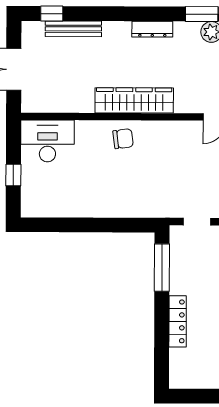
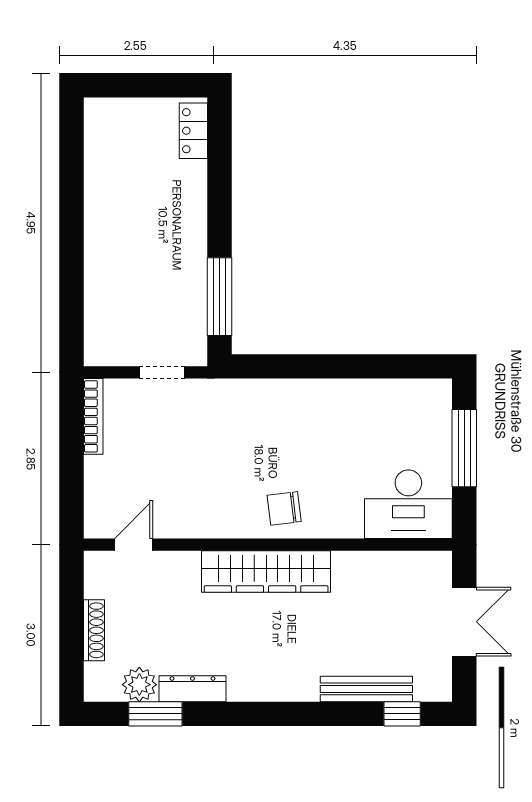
dresser: (152, 29) -> (192, 689), moved
window: (13, 175) -> (464, 448), width x2.17
locker: (178, 321) -> (193, 131), moved, width x0.66

